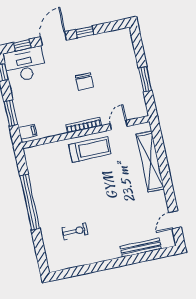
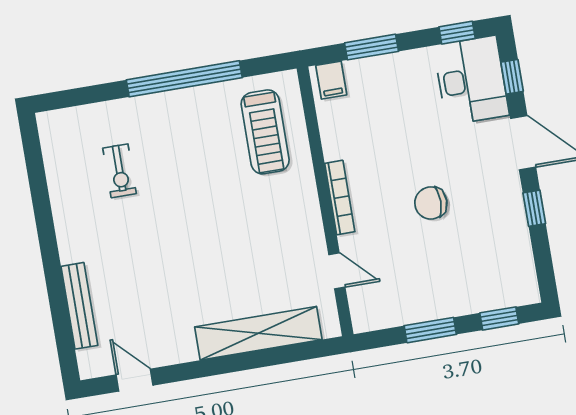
window: (138, 46) -> (499, 318), added
treadmill: (90, 149) -> (265, 132), moved

